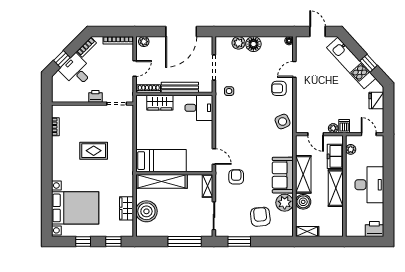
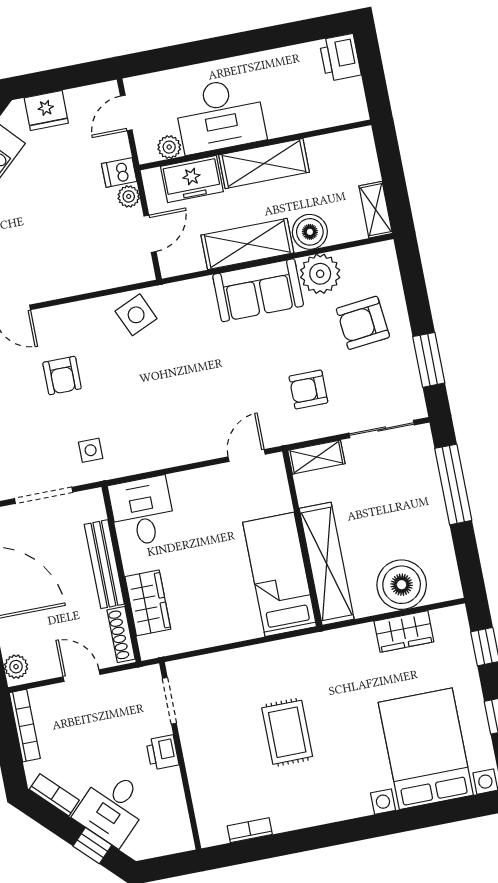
armchair: (279, 88) -> (62, 376), moved
armchair: (236, 177) -> (308, 389), moved
desk: (369, 185) -> (220, 115), moved, turned 180

